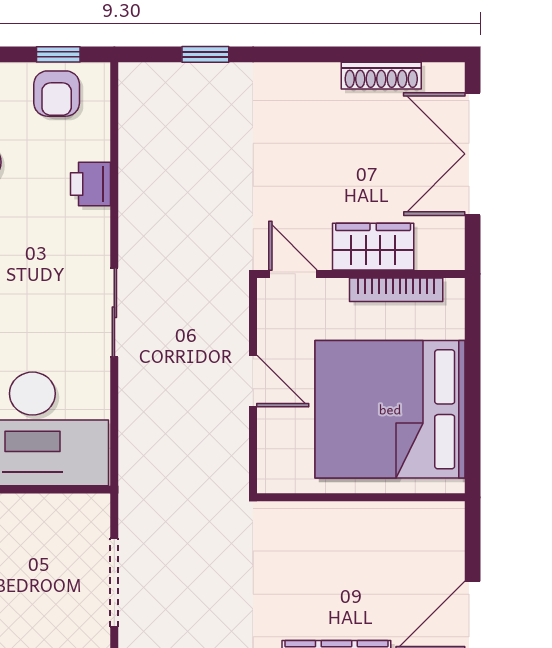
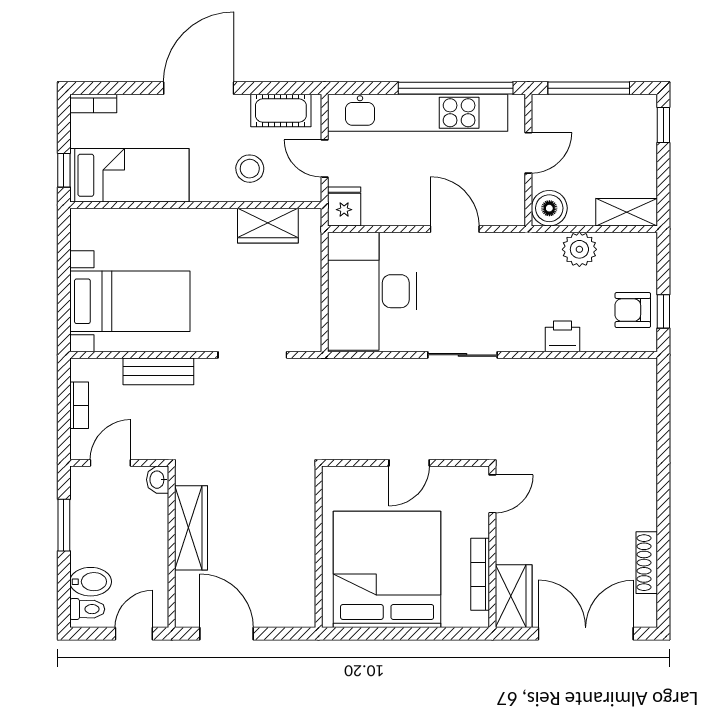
window: (205, 54) -> (663, 426), removed
wardrobe: (373, 247) -> (514, 596), moved

